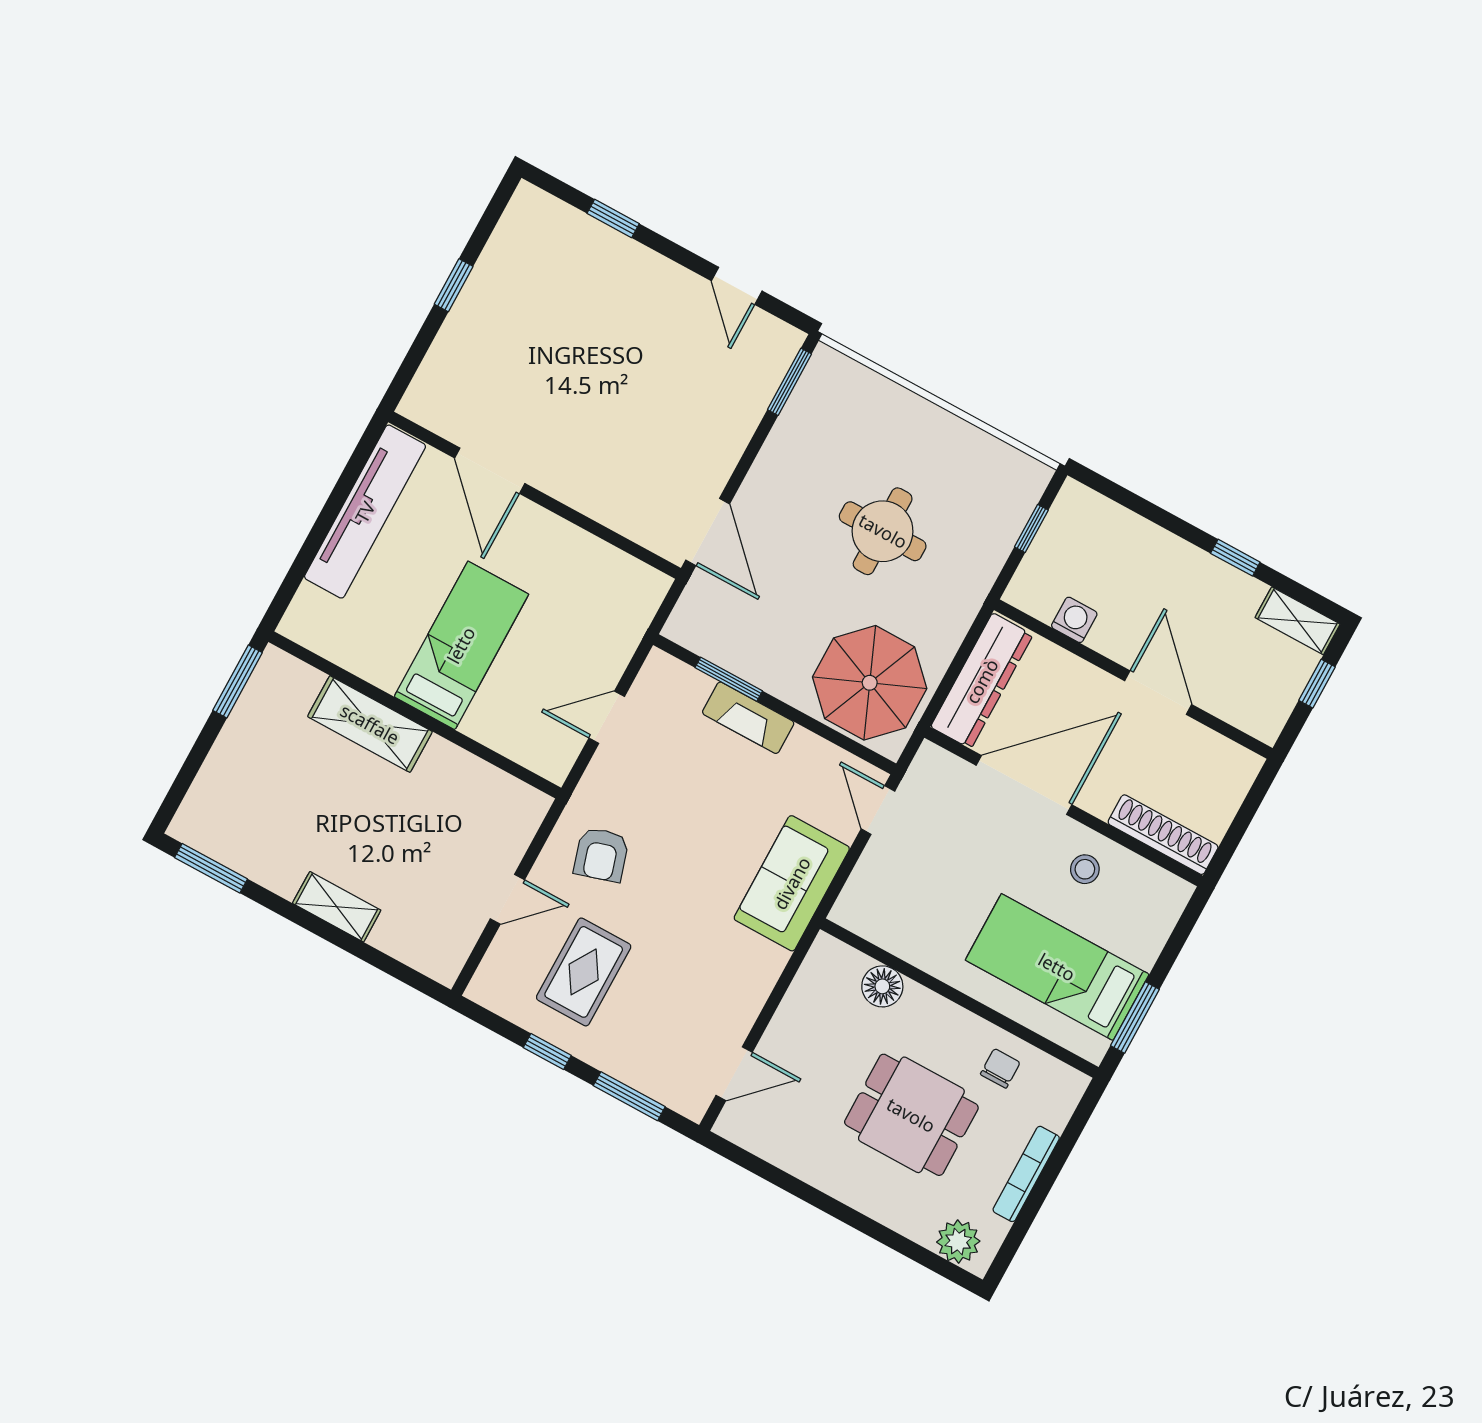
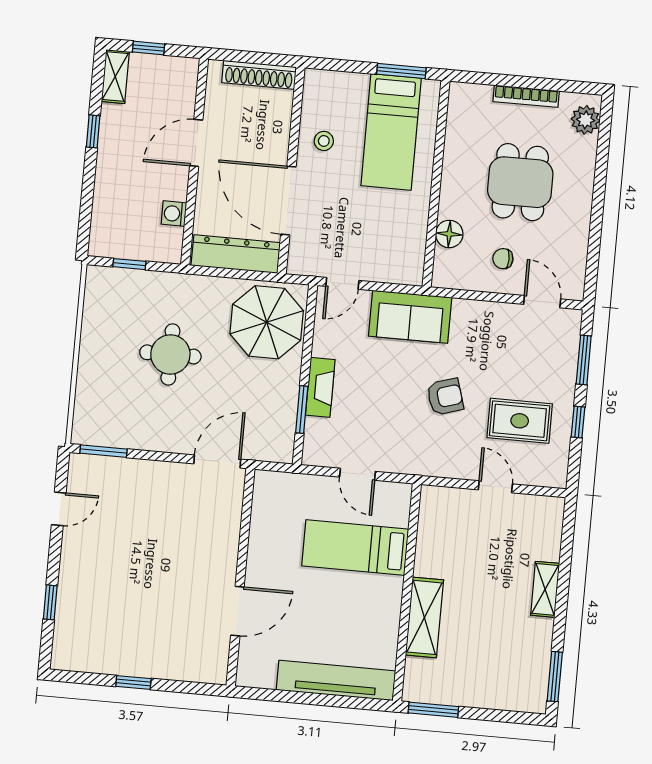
tv unit: (365, 512) -> (336, 680), moved
bed: (461, 645) -> (355, 548), moved
shoe rack: (1163, 835) -> (259, 75), moved, turned -90
armchair: (601, 855) -> (445, 397), moved
chair: (1000, 1068) -> (503, 259), moved

